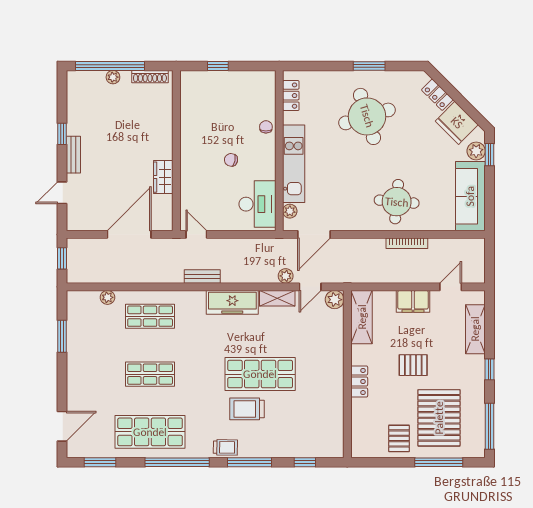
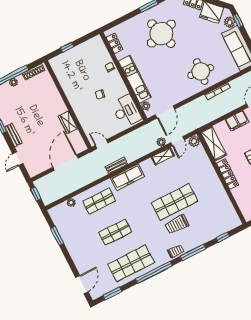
freezer: (232, 302) -> (127, 177), moved
locker: (359, 382) -> (228, 174), width x1.53

